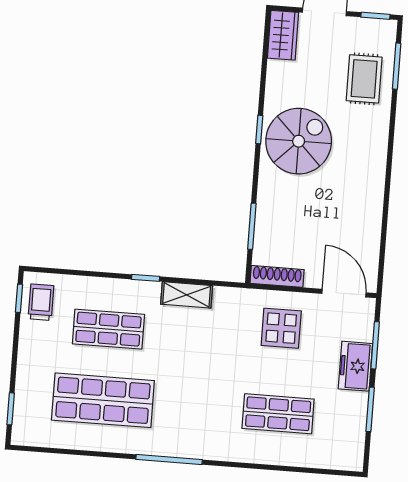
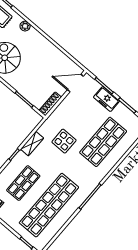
plant: (378, 136) -> (25, 26), added
display table: (281, 328) -> (64, 141), moved
shop shelf: (103, 400) -> (49, 205), width x1.40
shop shelf: (278, 414) -> (103, 142), width x1.43, depth x1.36

